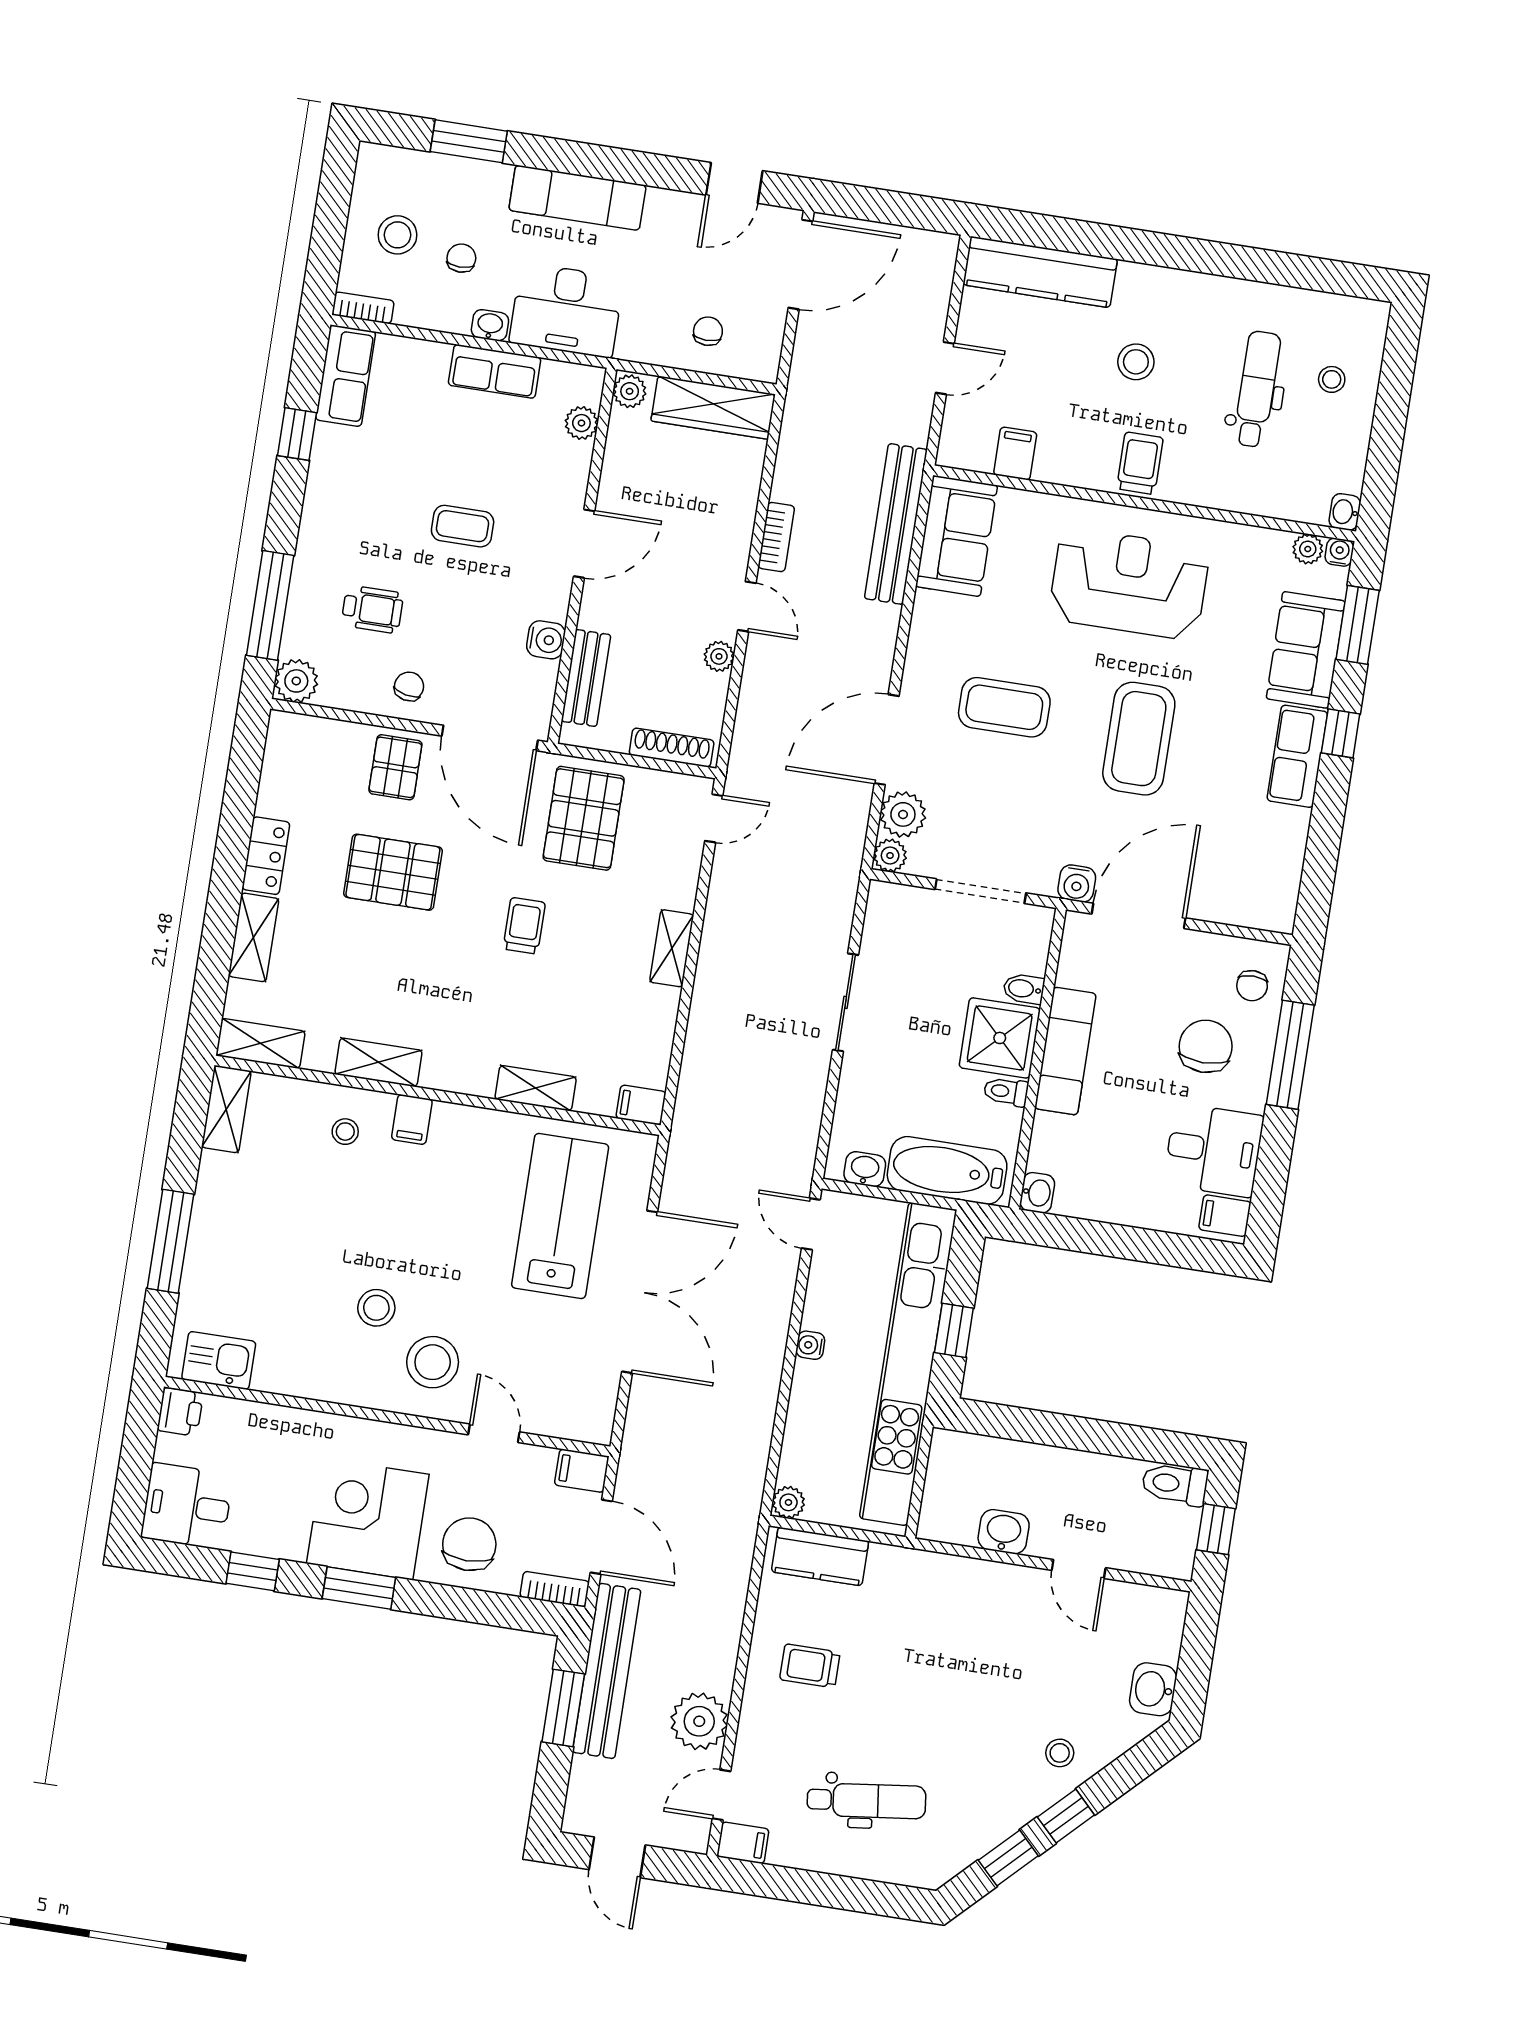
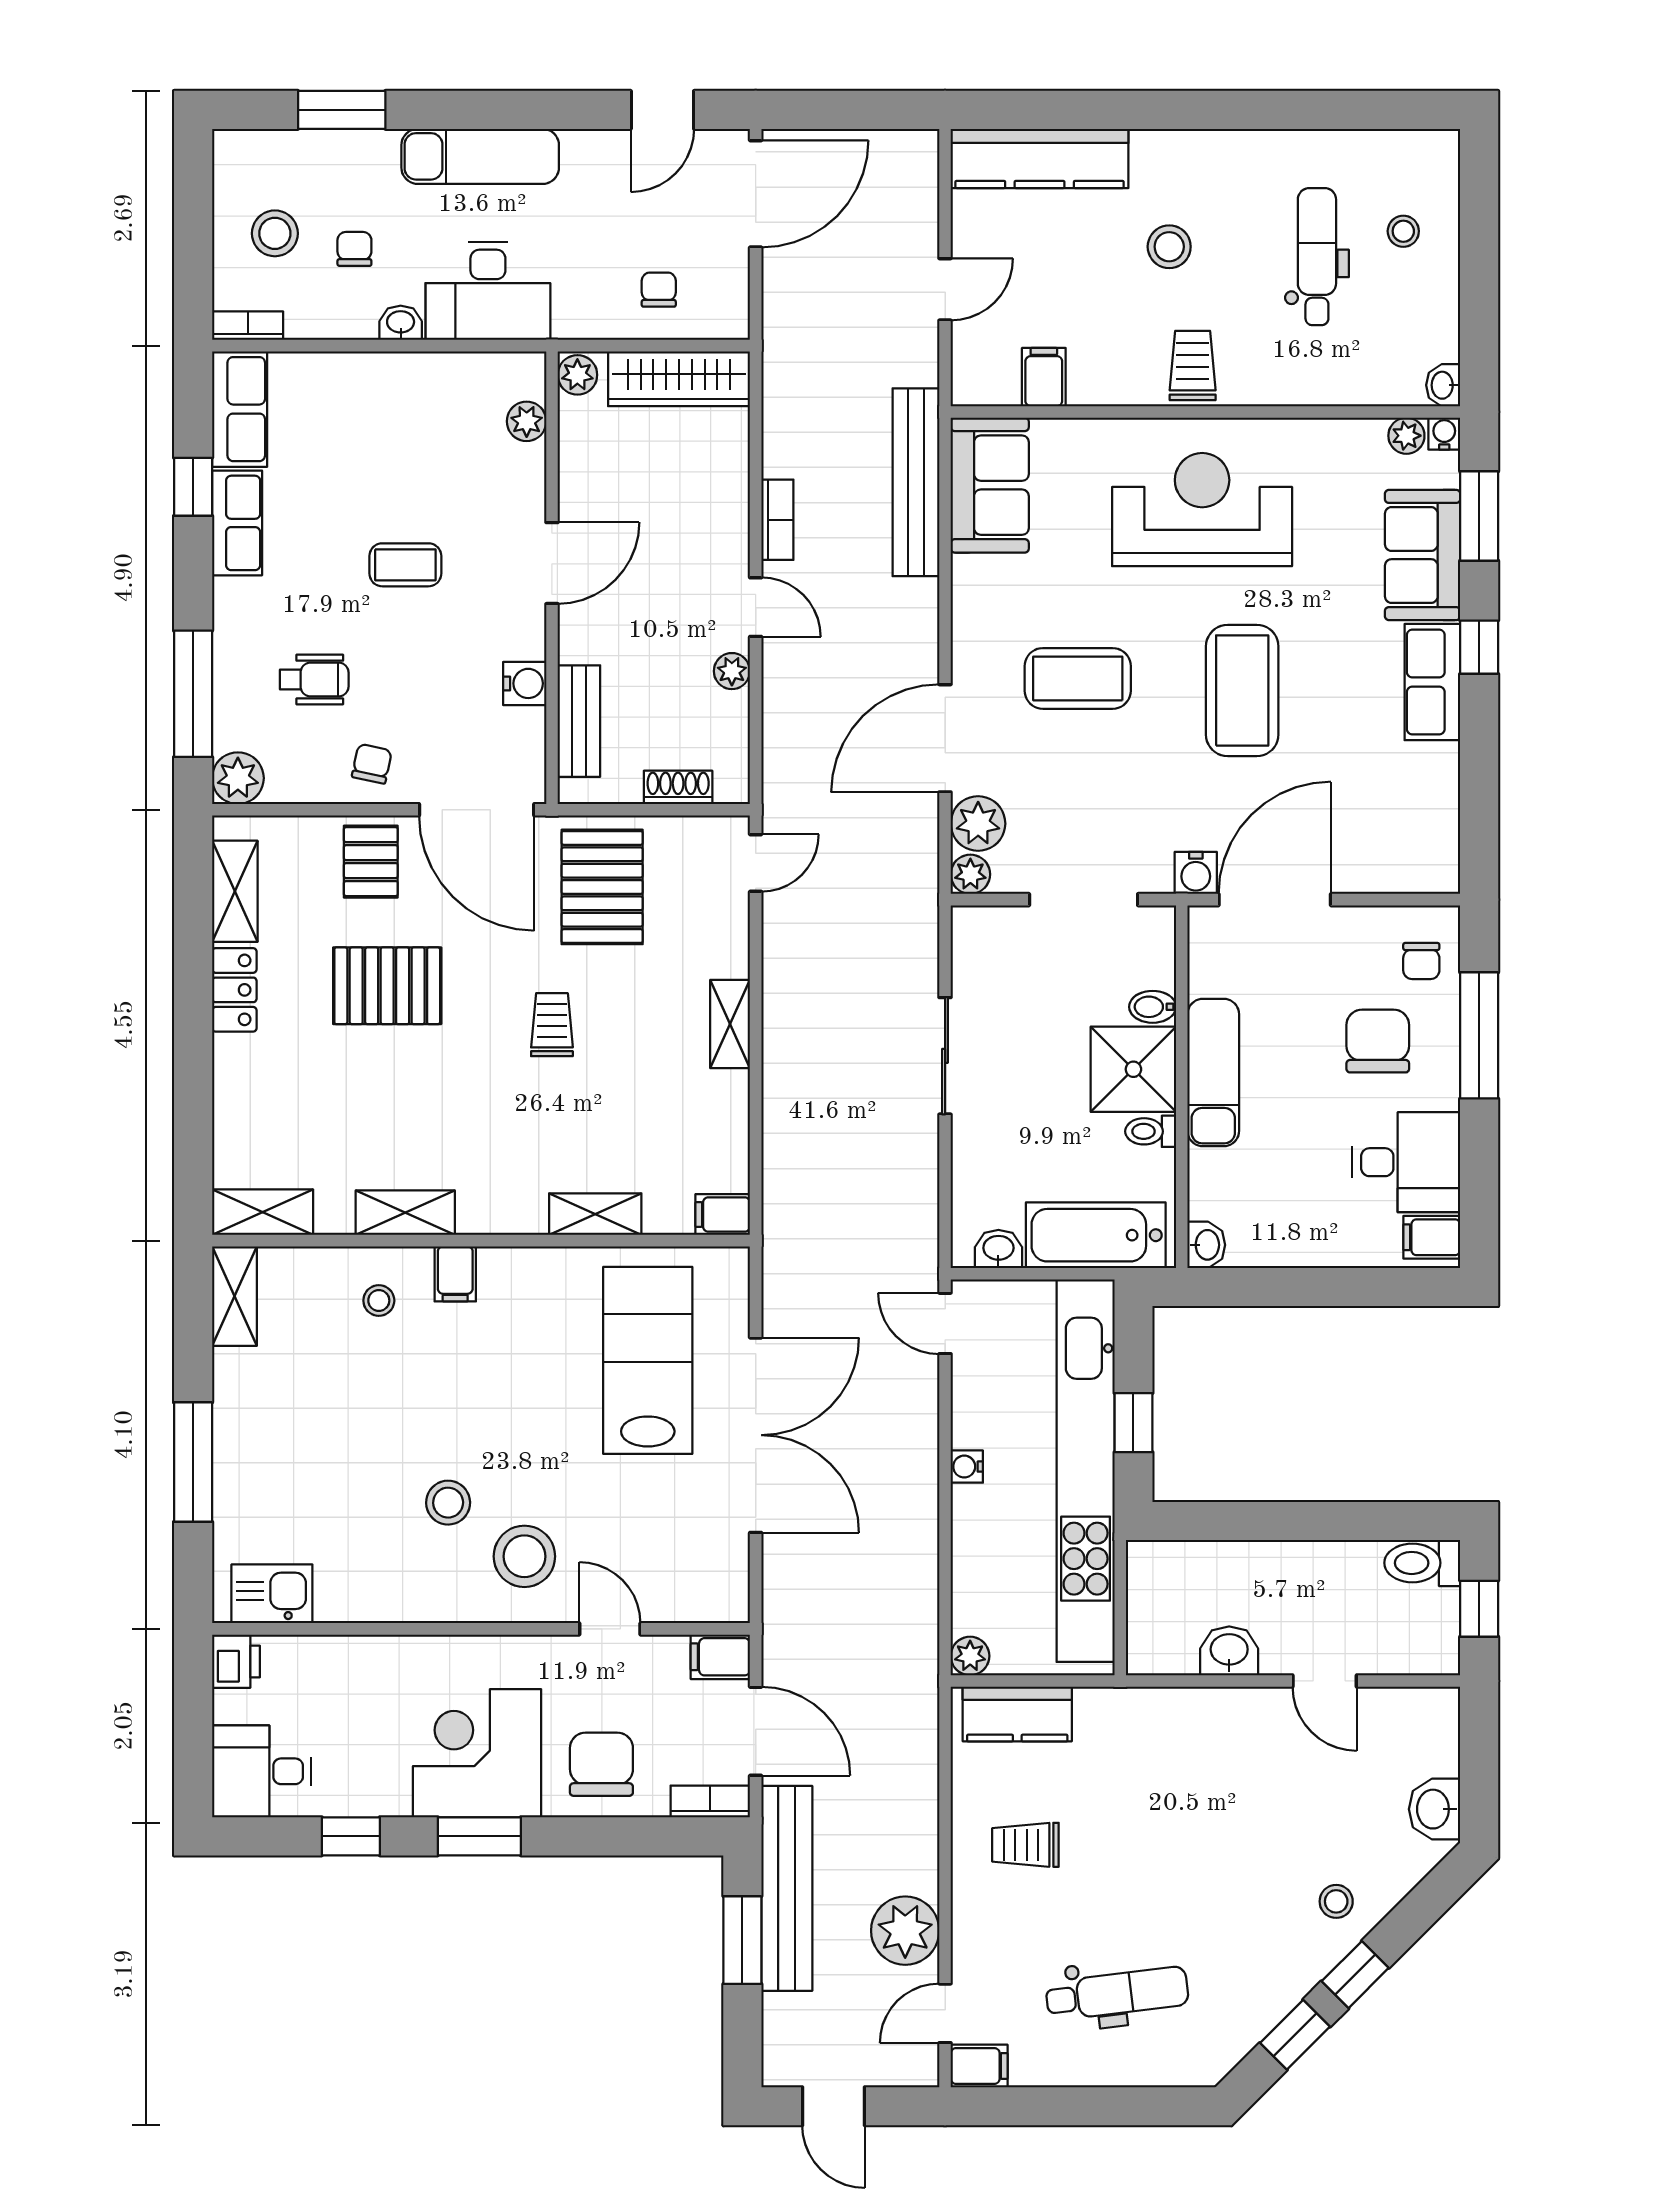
row of seats: (495, 371) -> (237, 523), moved, turned -90
shoe rack: (672, 748) -> (678, 787), width x0.70
shelving: (254, 937) -> (235, 891), moved

